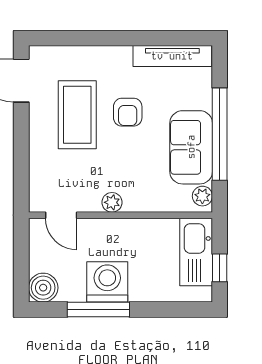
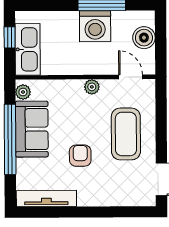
coffee table: (77, 115) -> (126, 134), moved
boiler: (43, 288) -> (144, 38), moved

